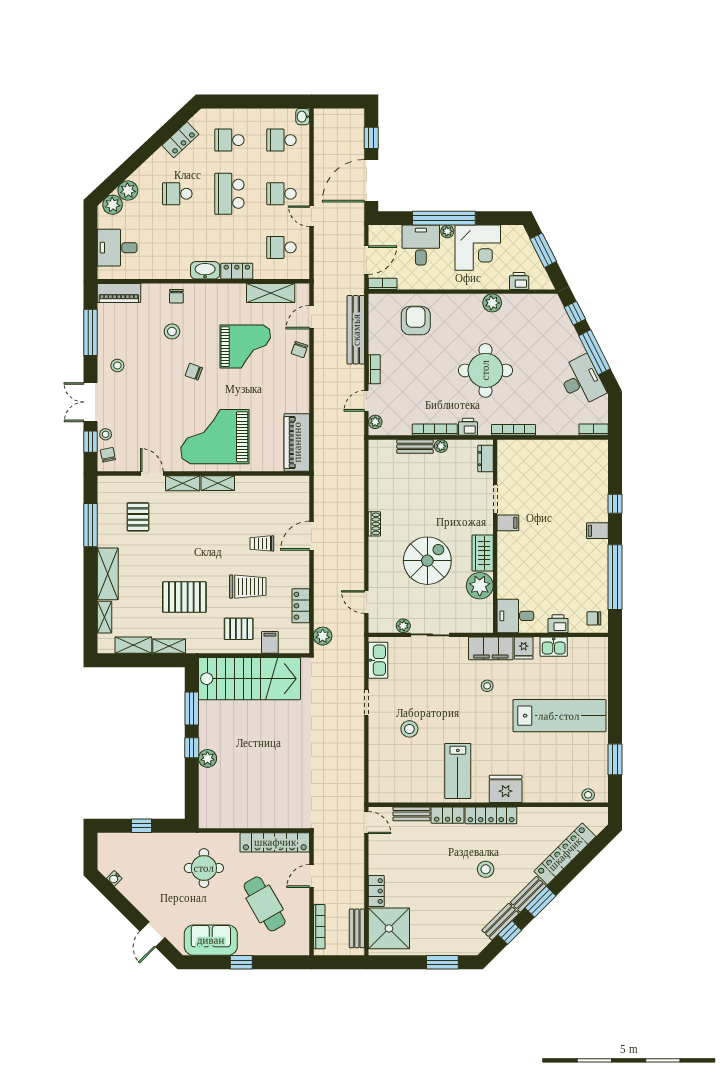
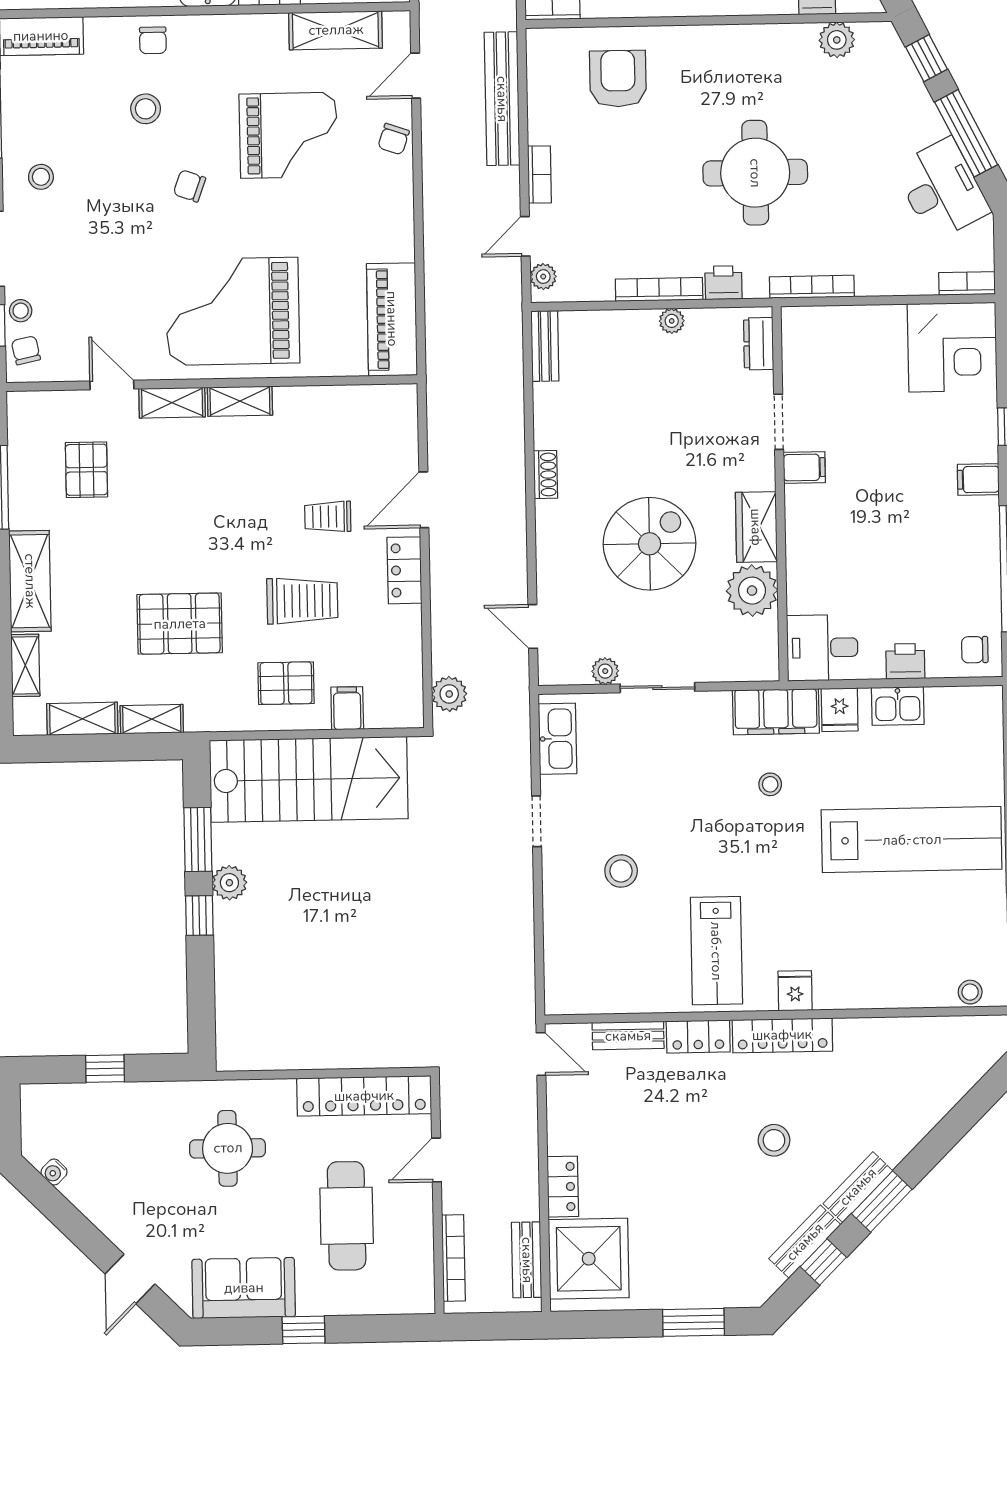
plant: (492, 303) -> (837, 40), moved
bench: (415, 446) -> (545, 346), moved, turned 90
corner desk: (585, 462) -> (952, 347), added
locker: (301, 606) -> (404, 570), moved
plant: (207, 758) -> (229, 883), moved
fridge: (506, 789) -> (795, 991), width x0.53, depth x0.75
locker: (565, 854) -> (927, 1108), removed
cafe table: (265, 904) -> (347, 1216), turned 30

